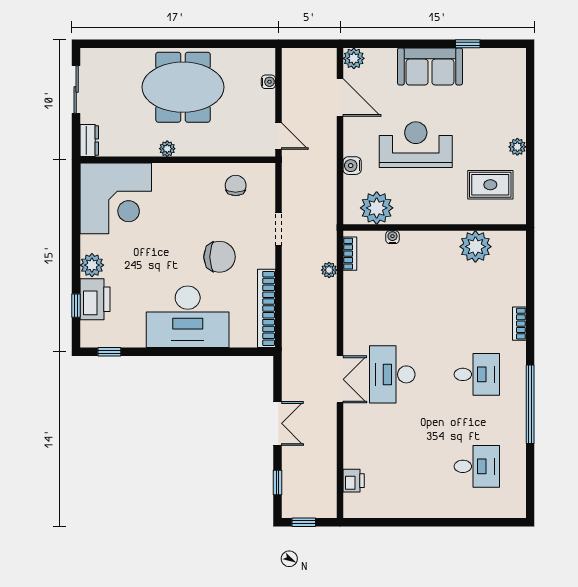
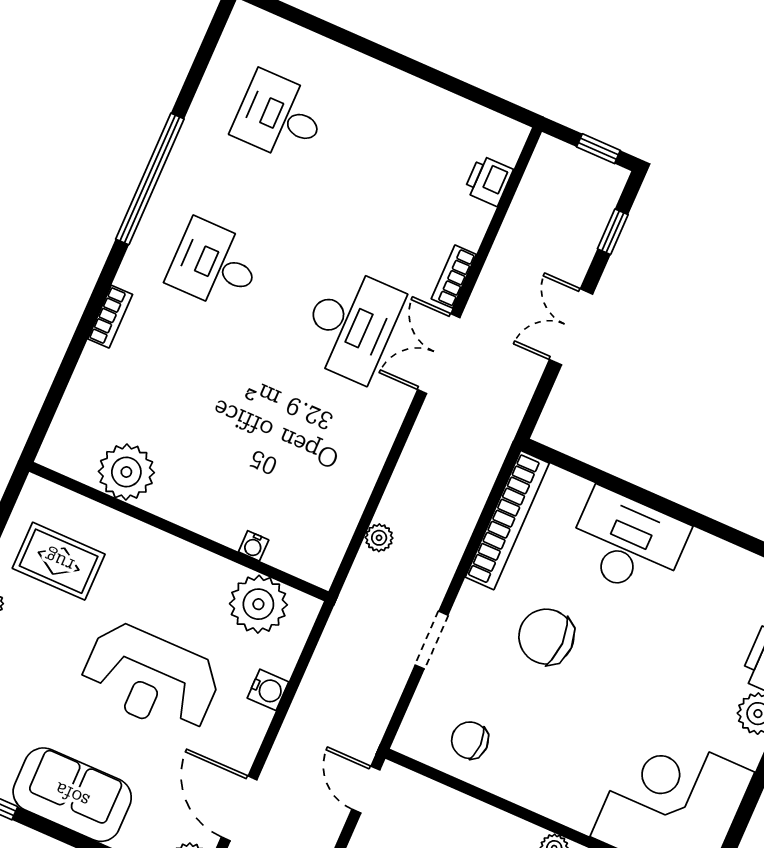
chair: (236, 185) -> (470, 740), turned 90
bookcase: (350, 254) -> (454, 277), moved
desk: (188, 317) -> (627, 543), width x0.73, depth x0.77

